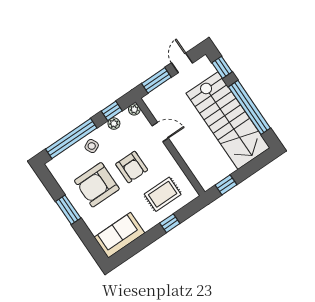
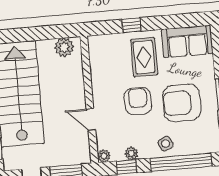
plant: (213, 177) -> (64, 47), added
armchair: (97, 185) -> (182, 103), turned 180
window: (226, 185) -> (56, 32), removed
rug: (163, 194) -> (144, 57), moved, turned 90

